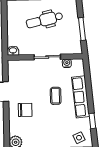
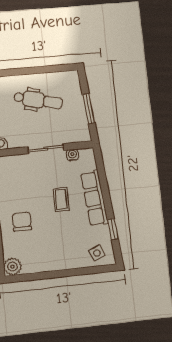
dental chair: (44, 20) -> (38, 100), turned -153
chair: (25, 110) -> (22, 222), turned -90

